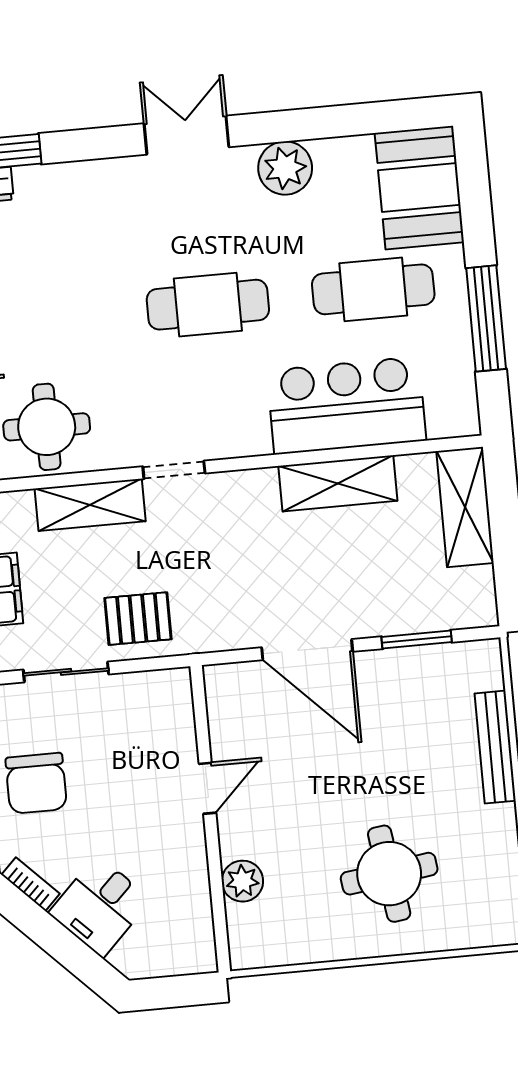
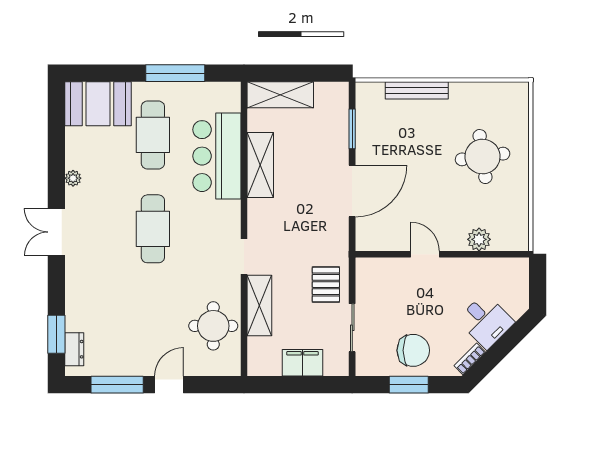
plant: (285, 168) -> (73, 178), width x0.53, depth x0.53

